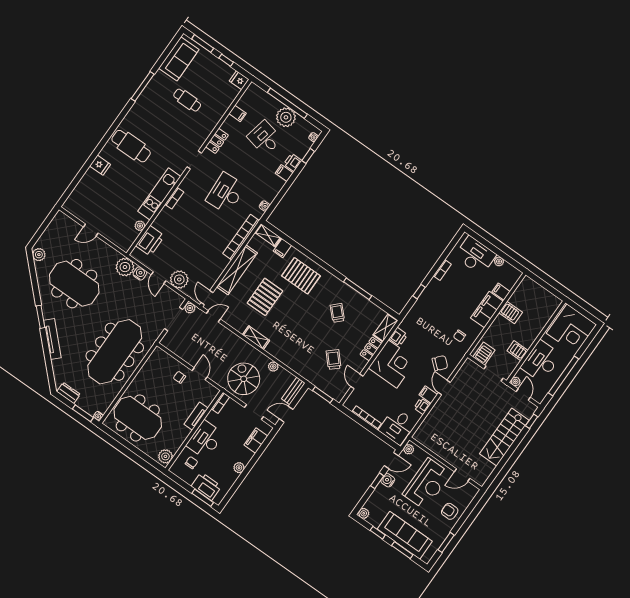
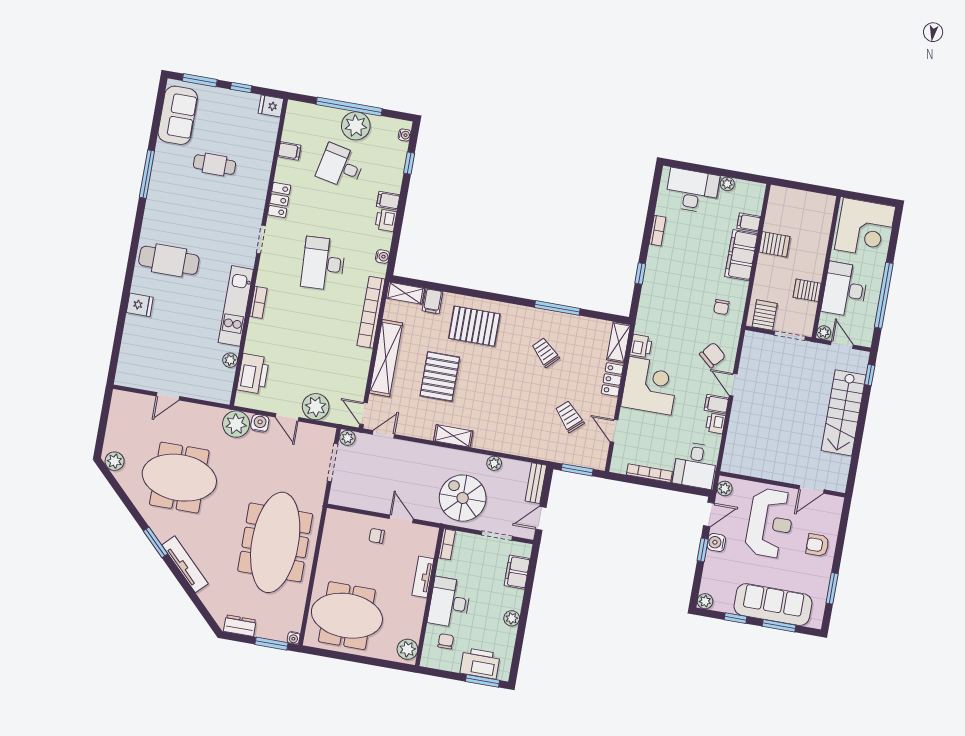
printer: (293, 162) -> (386, 220), moved

